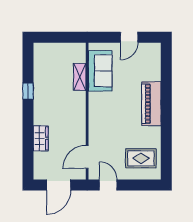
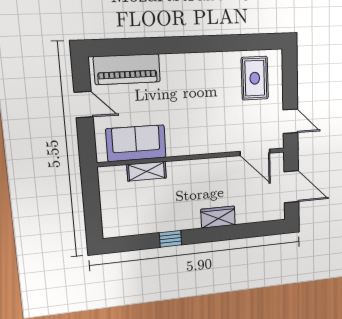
piano: (151, 104) -> (127, 69), moved
wardrobe: (41, 138) -> (218, 217), moved
door: (108, 185) -> (290, 121), swing flipped

